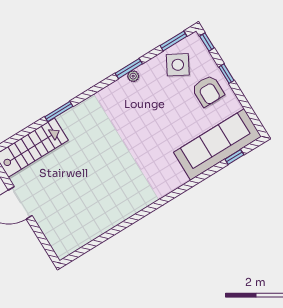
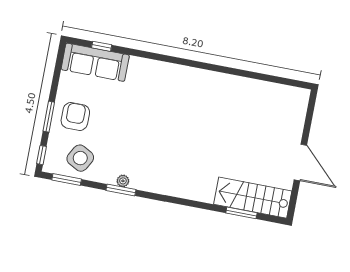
window: (226, 74) -> (49, 117), width x1.50
window: (59, 112) -> (241, 213), moved
sofa: (217, 144) -> (95, 62), width x0.74, depth x0.79

